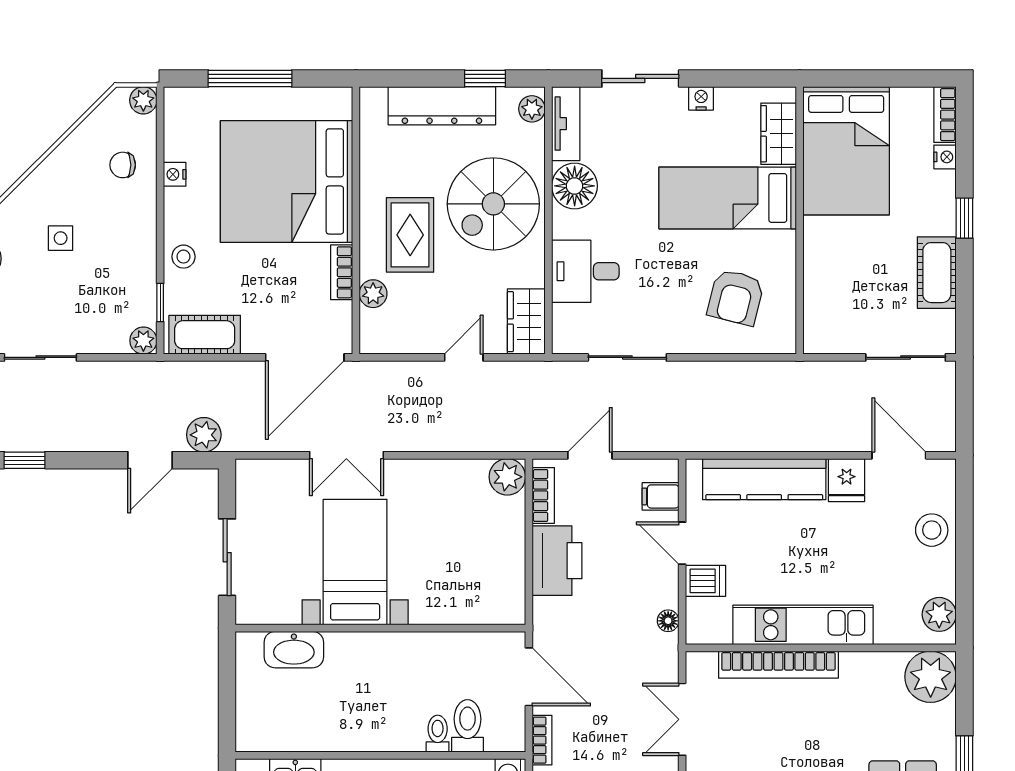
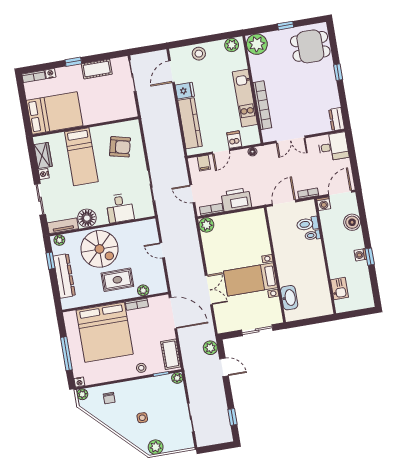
wardrobe: (779, 134) -> (43, 155), moved, turned -90
nightstand: (175, 174) -> (79, 382), moved
wardrobe: (526, 322) -> (144, 228), removed

